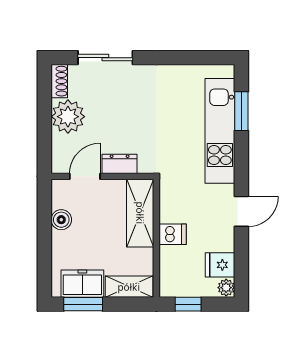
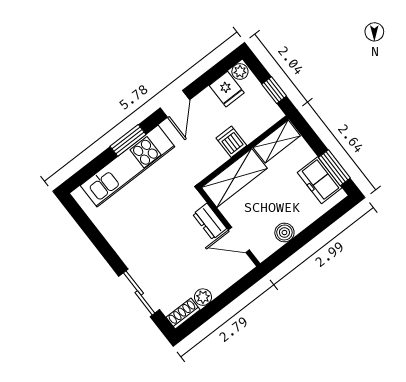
window: (241, 111) -> (128, 140), moved
plant: (68, 117) -> (203, 297), width x0.53, depth x0.53
door: (241, 211) -> (175, 104), swing flipped
shelving: (129, 287) -> (277, 142), moved, turned 90

